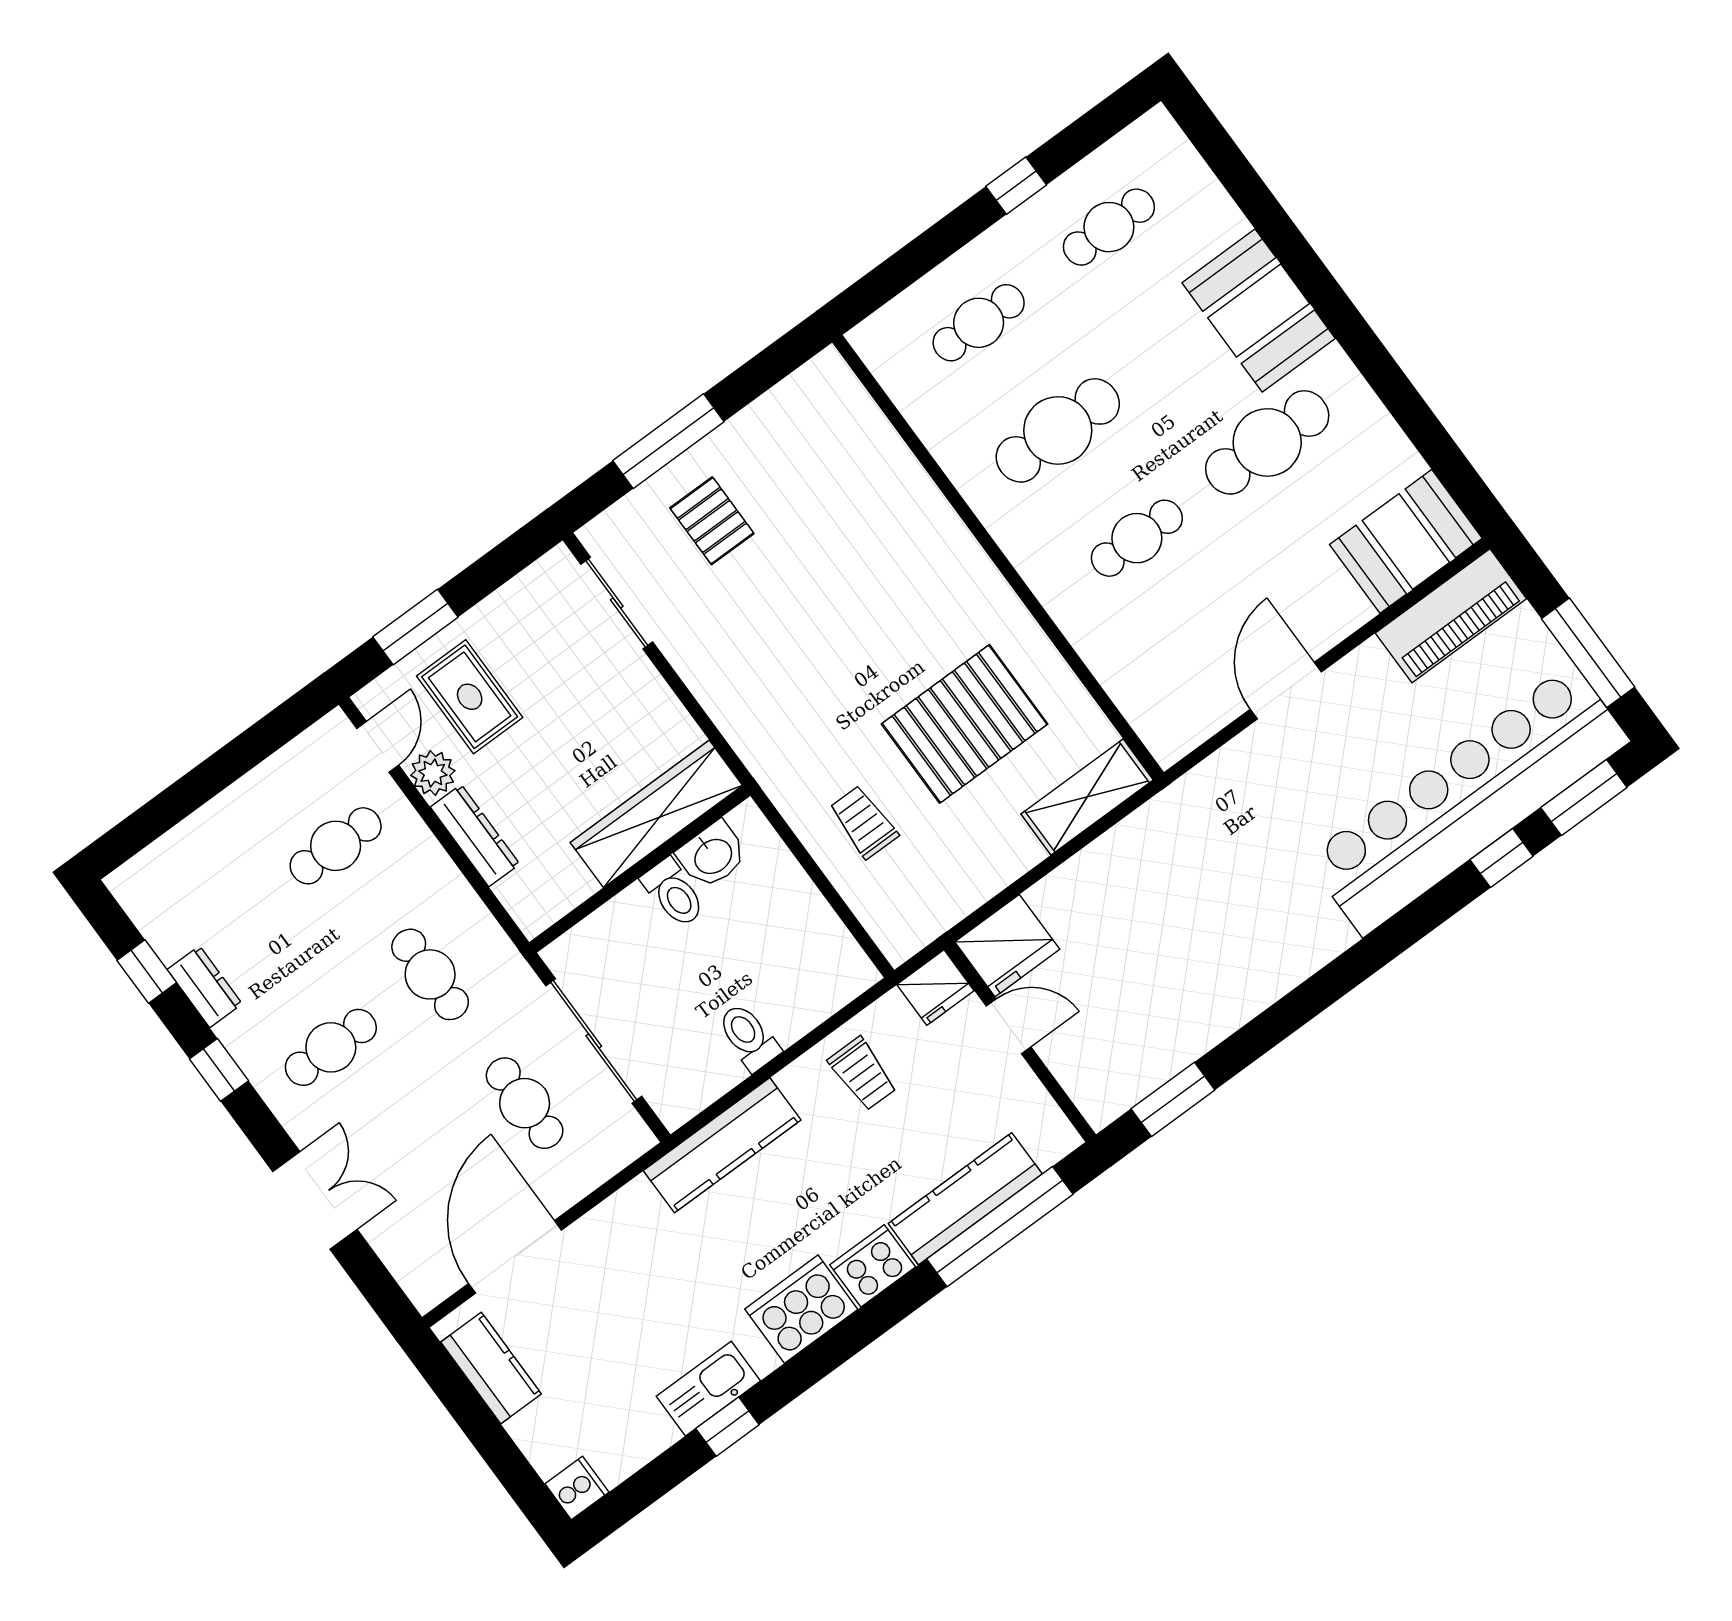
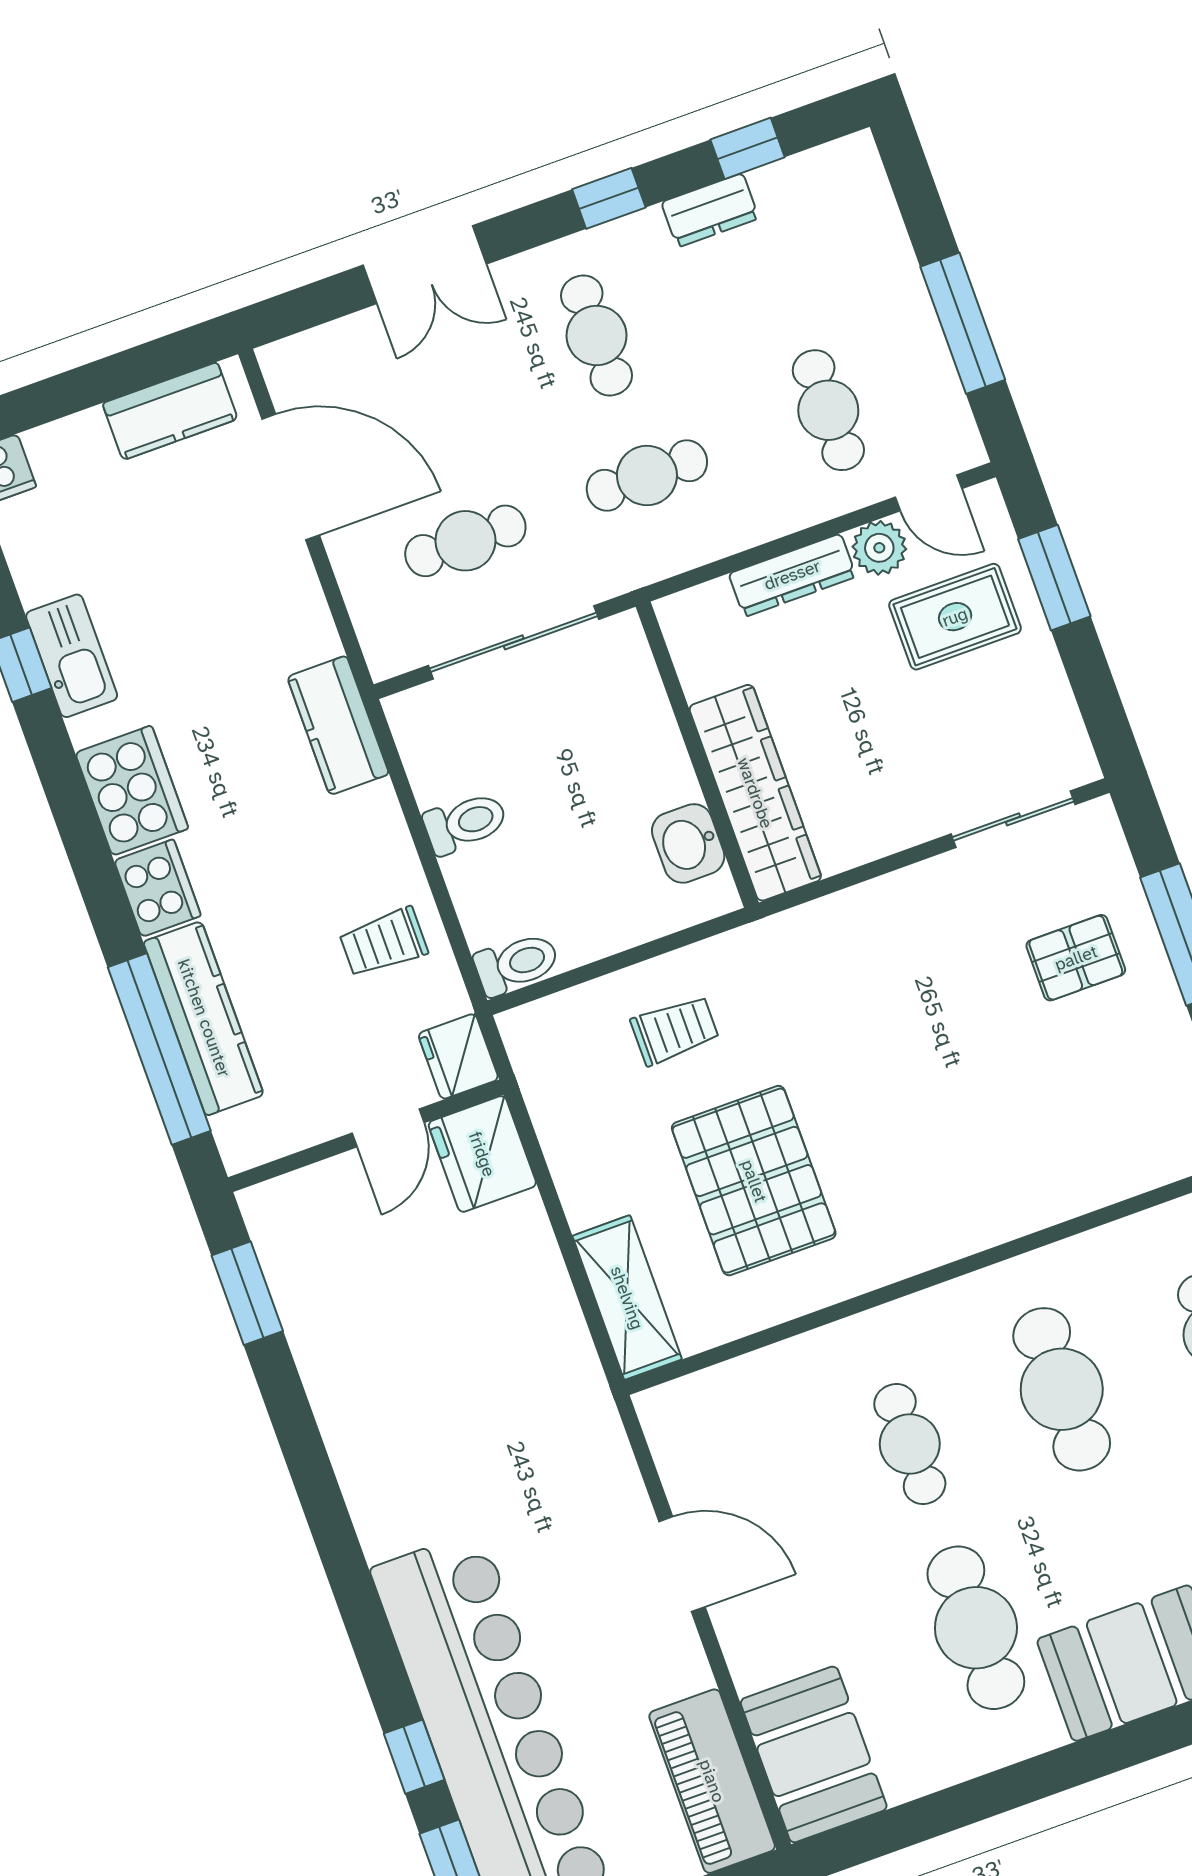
window: (235, 760) -> (963, 323), added
toilet: (674, 893) -> (517, 964), moved, turned 180
kitchen counter: (722, 1145) -> (338, 725), width x0.67

